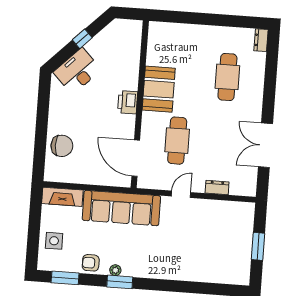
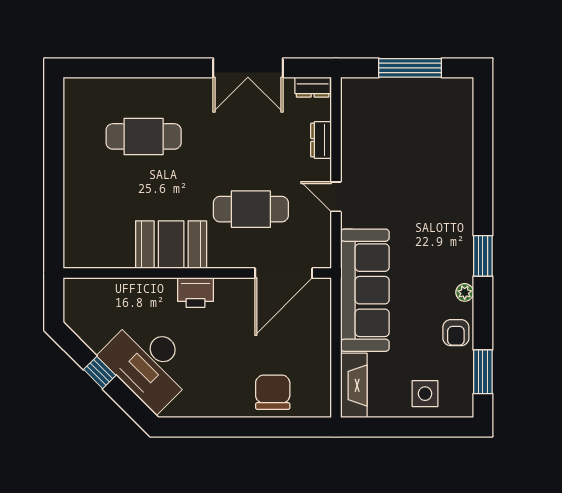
dresser: (261, 40) -> (313, 87), moved
desk: (77, 71) -> (149, 363), width x1.36, depth x1.30
window: (258, 246) -> (410, 68), width x1.44
window: (120, 282) -> (483, 256), moved

